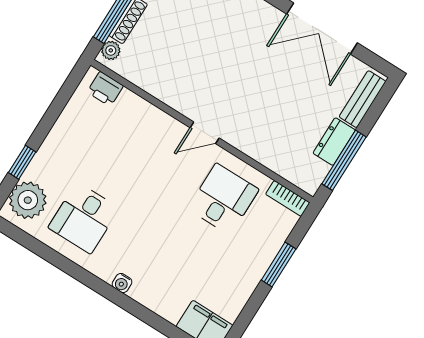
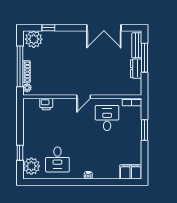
printer: (105, 89) -> (46, 104), moved
window: (344, 160) -> (145, 58), moved

